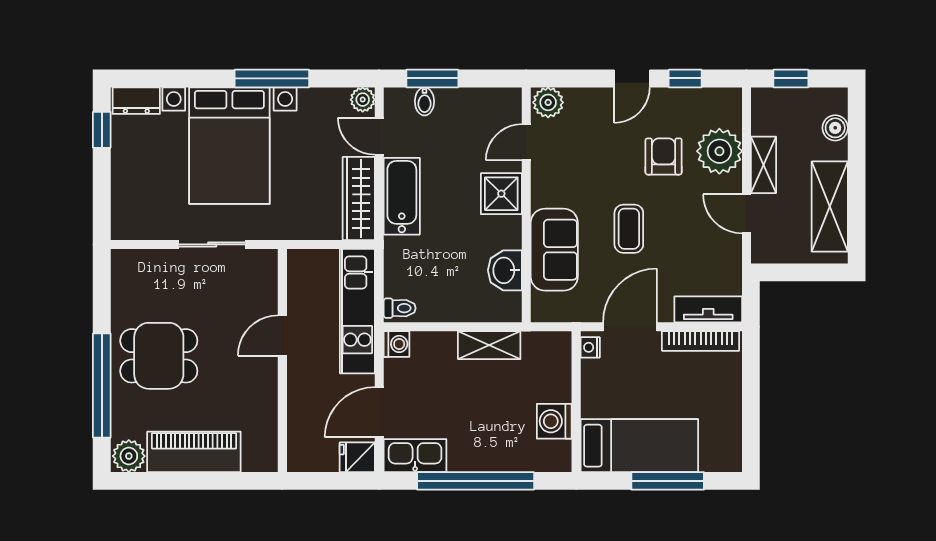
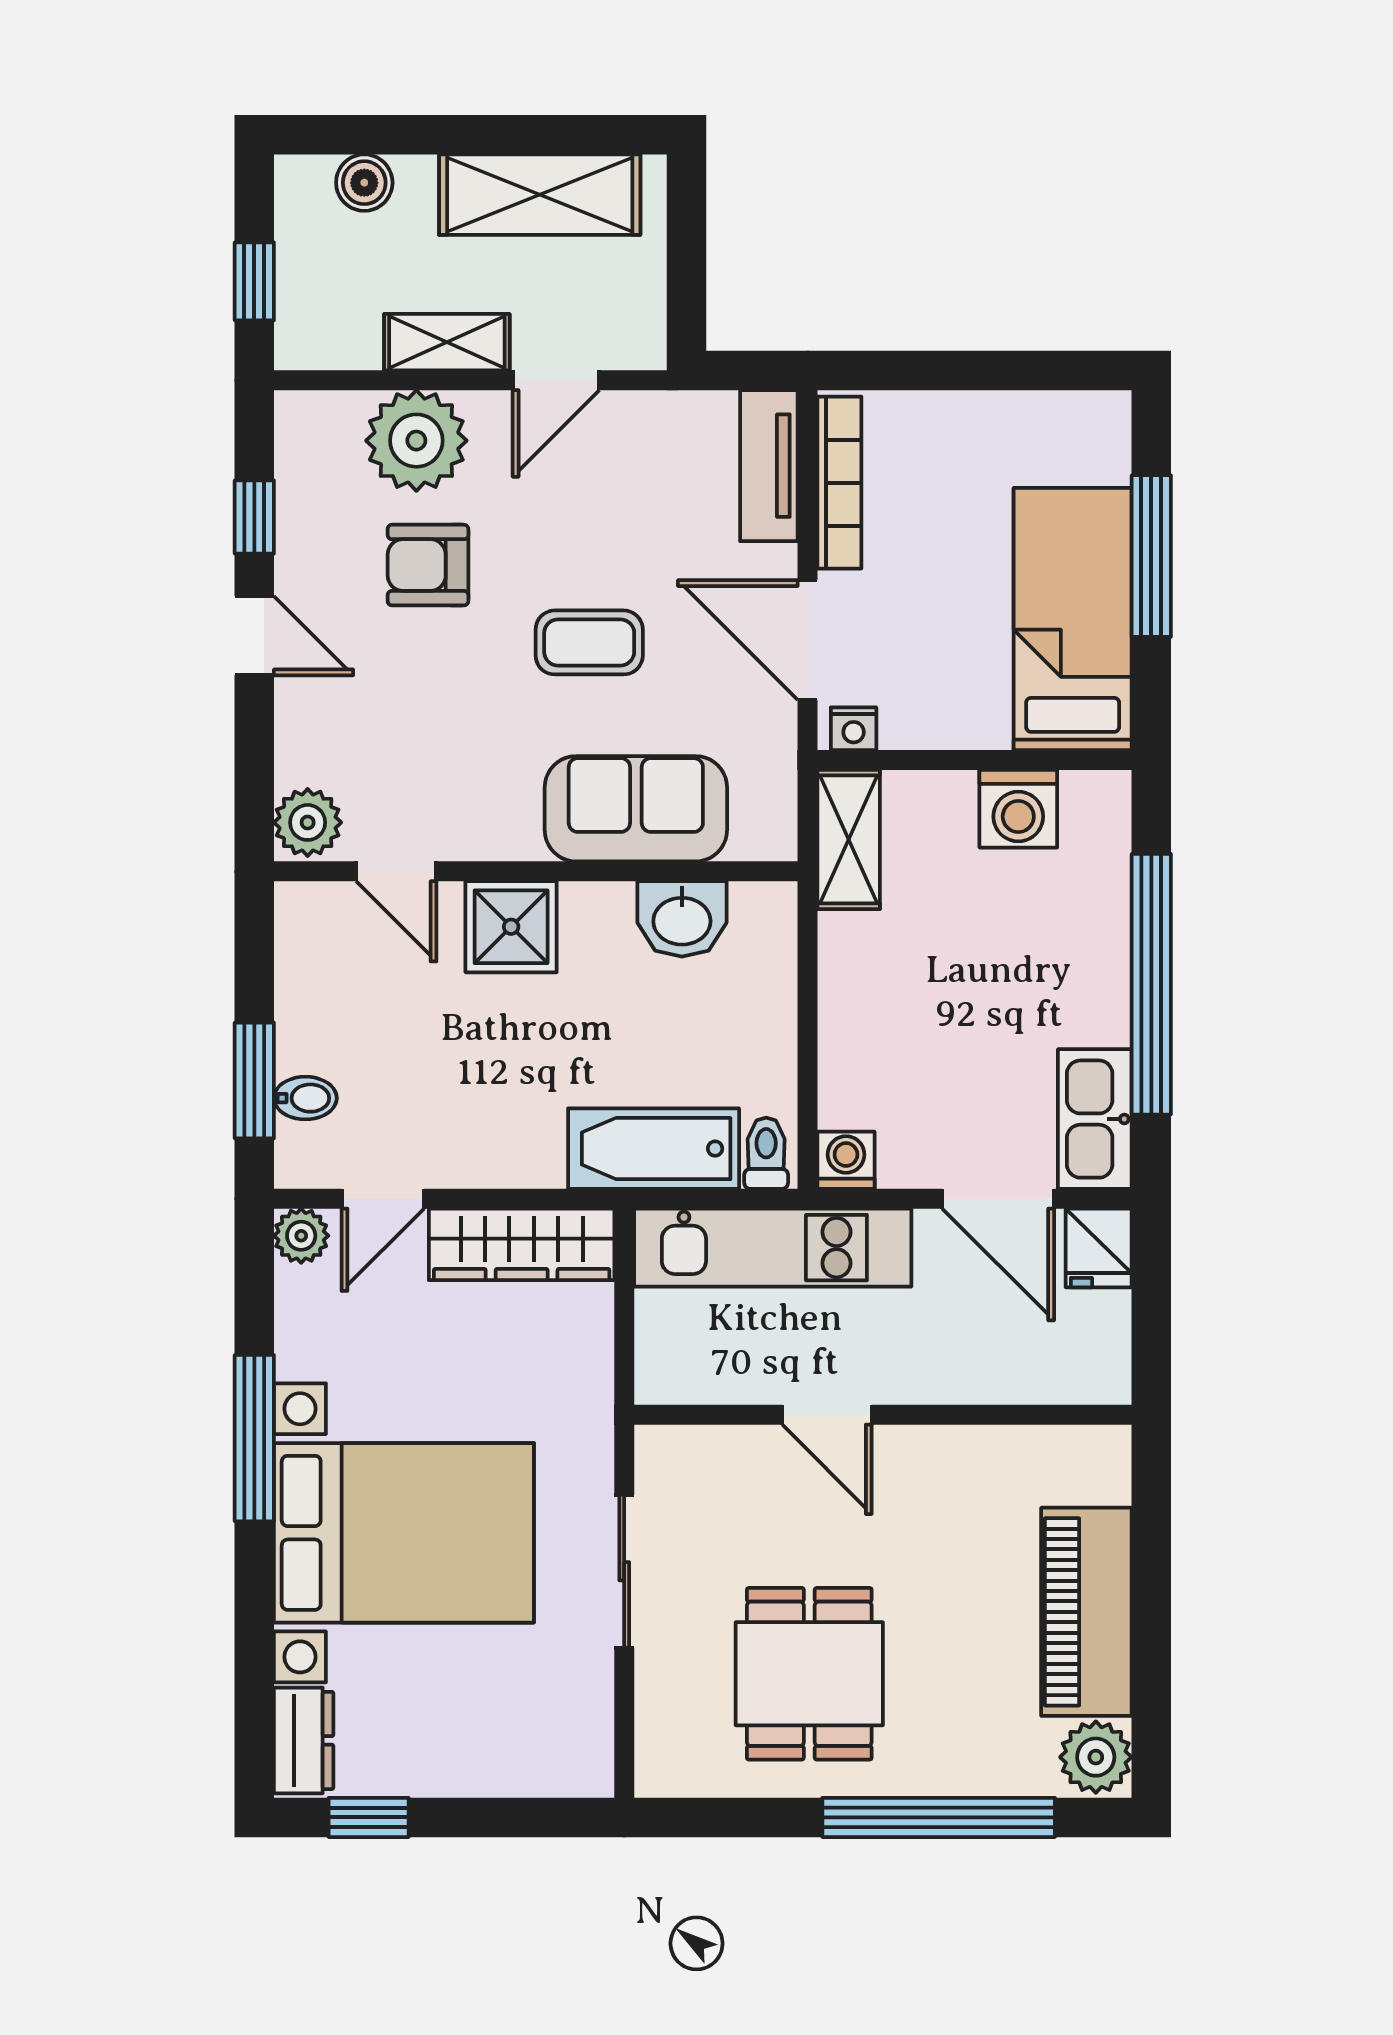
bathtub: (402, 196) -> (654, 1149), moved
shelving: (489, 345) -> (849, 839), moved
dining table: (159, 356) -> (809, 1674), moved

